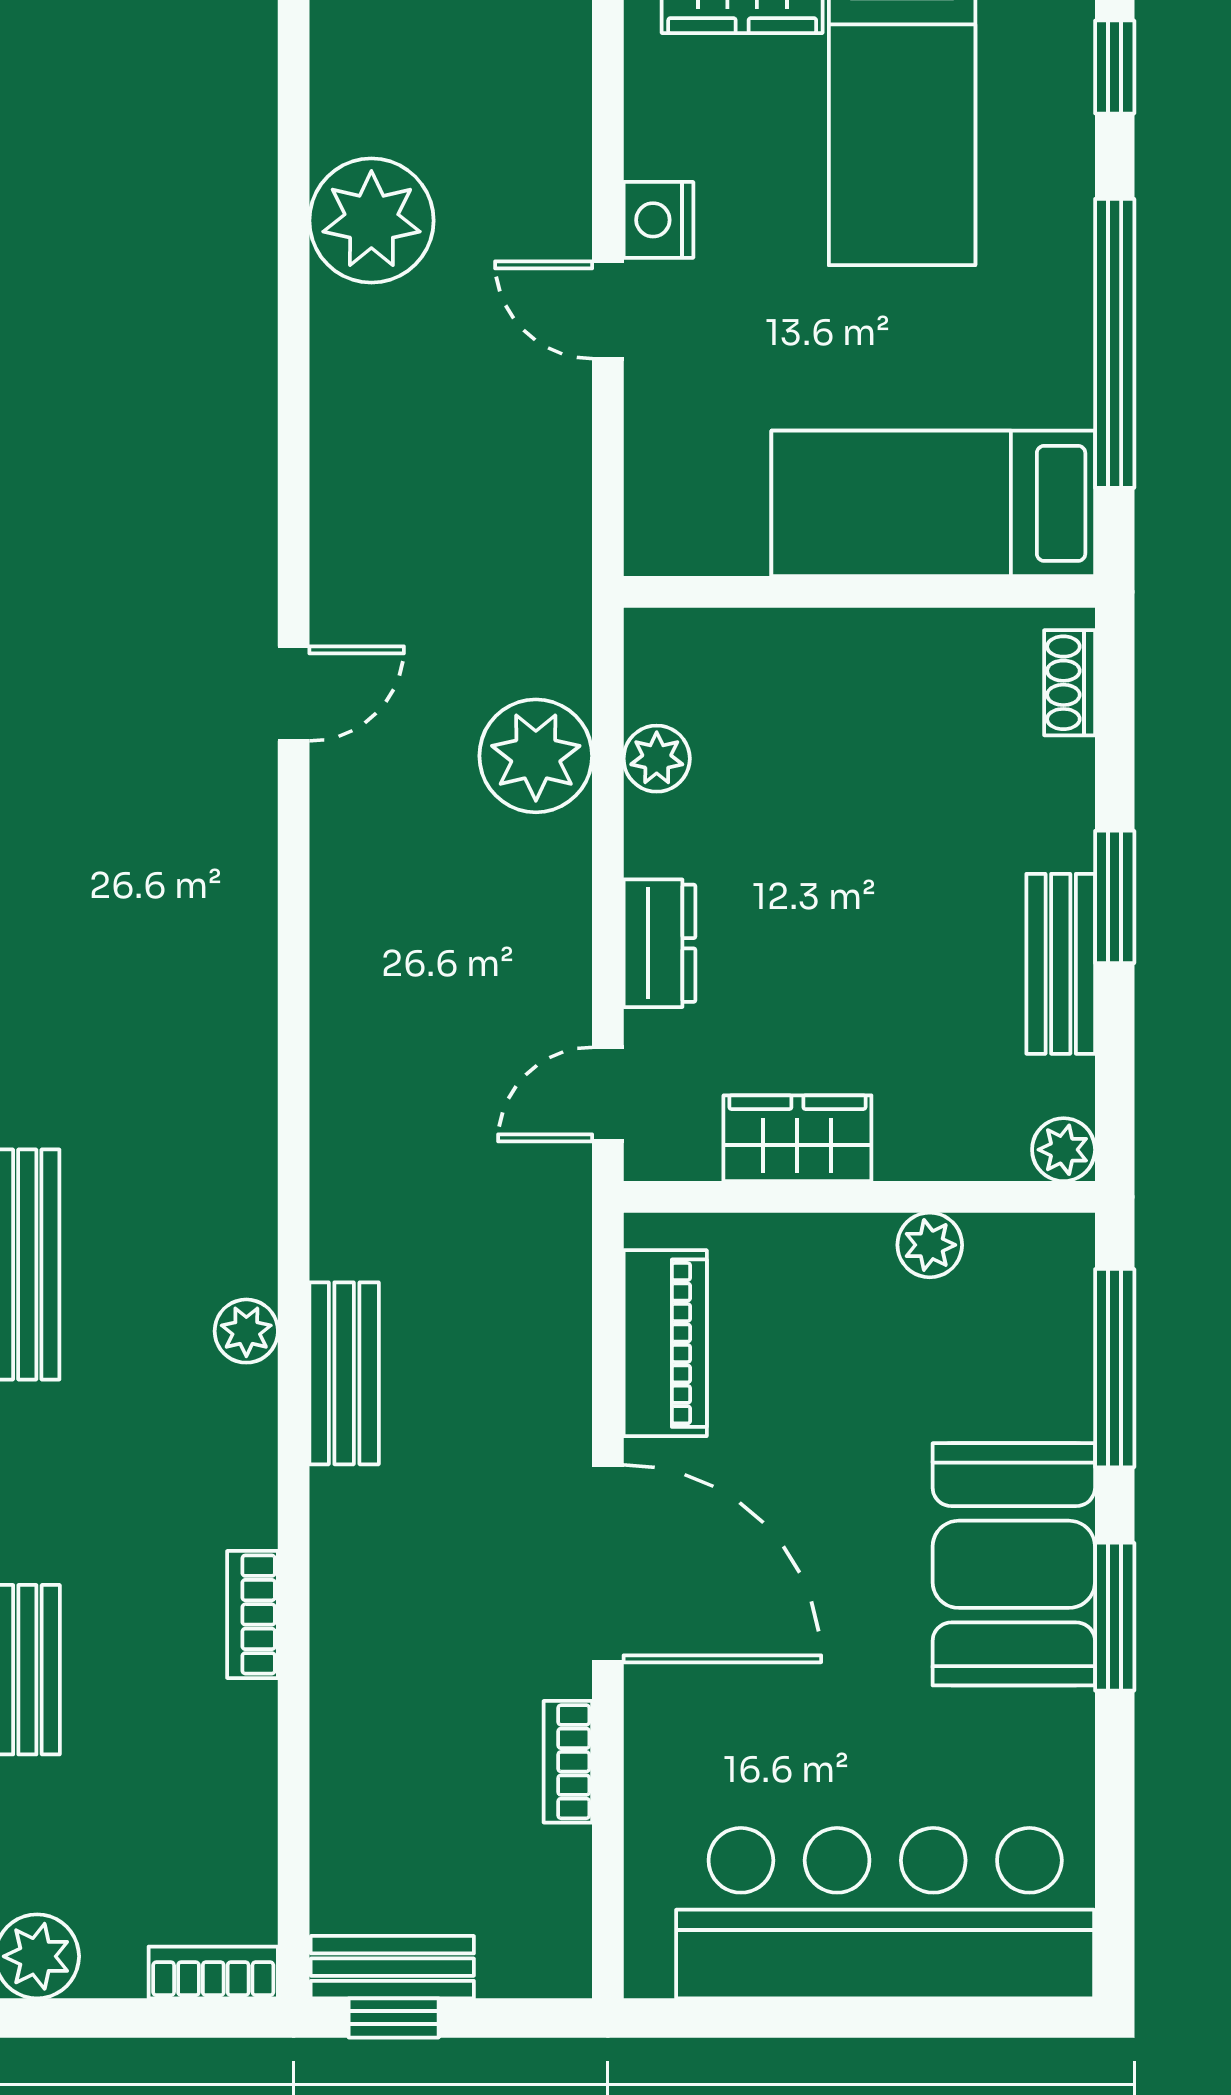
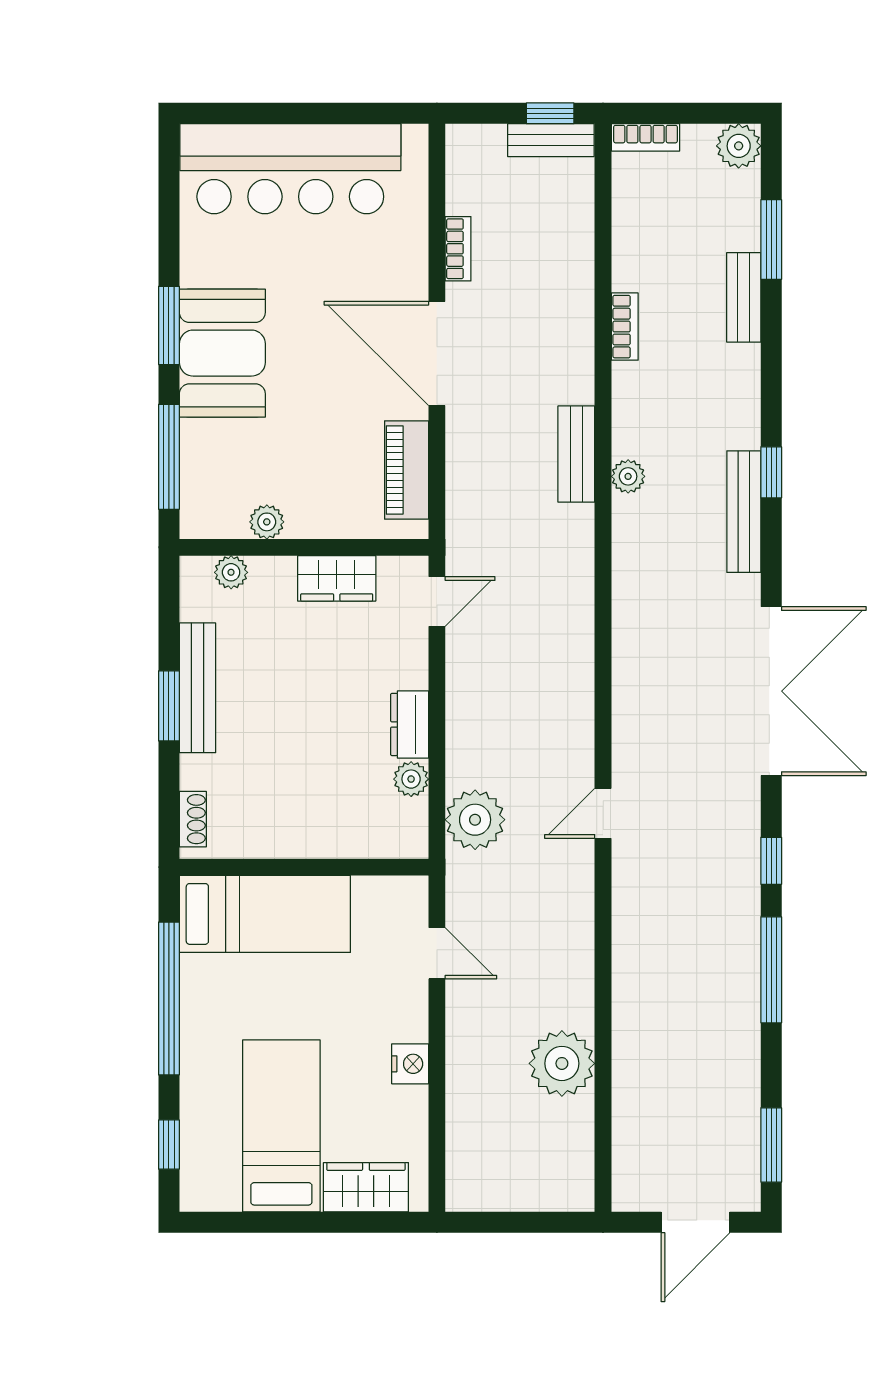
door: (608, 310) -> (437, 953), moved
plant: (536, 756) -> (475, 820), moved
dresser: (659, 943) -> (410, 724), moved
bench: (1061, 964) -> (198, 688), width x1.36
plant: (1064, 1150) -> (231, 572), moved

